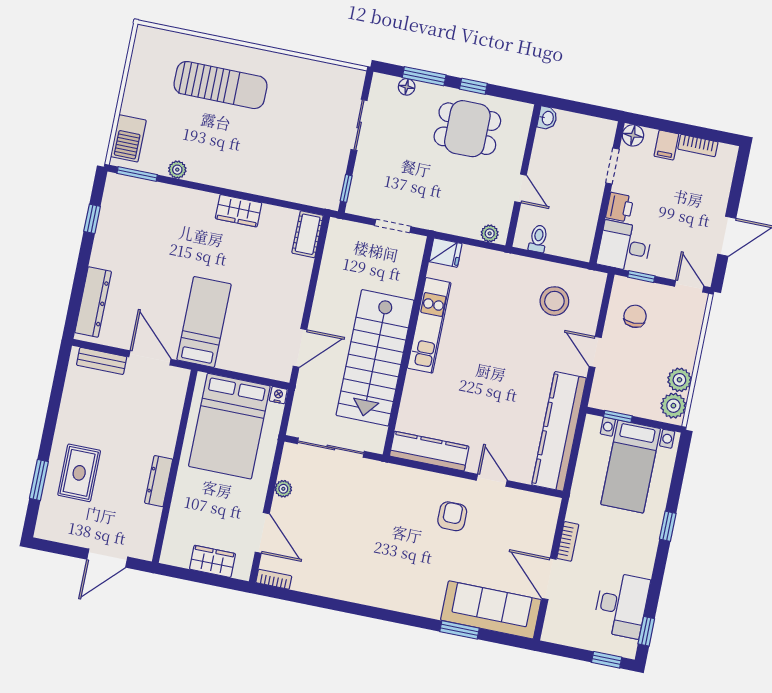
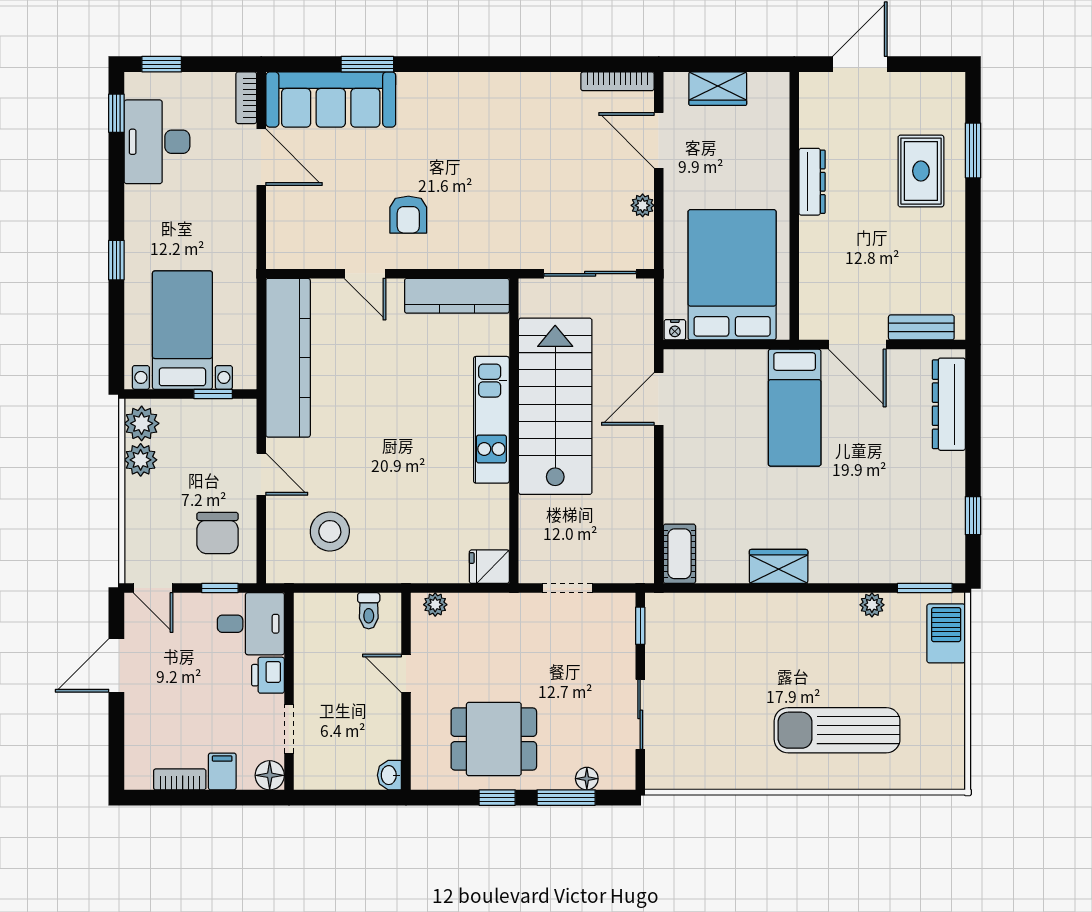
chair: (635, 316) -> (218, 533), width x1.37, depth x1.37
kitchen unit: (429, 325) -> (491, 420), moved
bookcase: (568, 541) -> (246, 98), moved
bookcase: (274, 579) -> (617, 81), width x1.56

